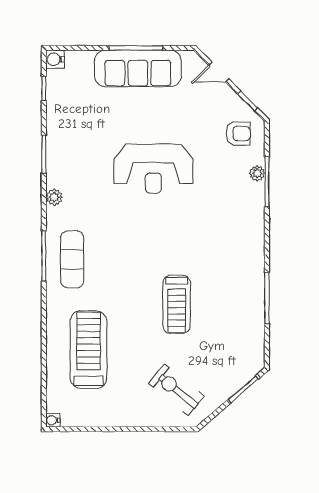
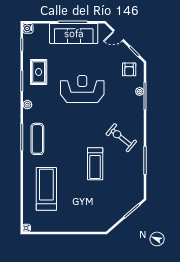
armchair: (238, 134) -> (129, 69), turned 90
rug: (74, 138) -> (39, 72), added
reception desk: (153, 169) -> (82, 89), turned 180
exercise bike: (176, 390) -> (121, 138), moved

